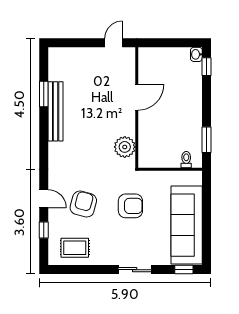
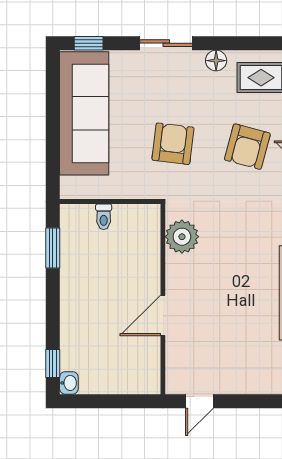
toilet: (186, 160) -> (104, 217), moved
armchair: (130, 206) -> (173, 144), turned 97
floor lamp: (103, 259) -> (216, 61), added

